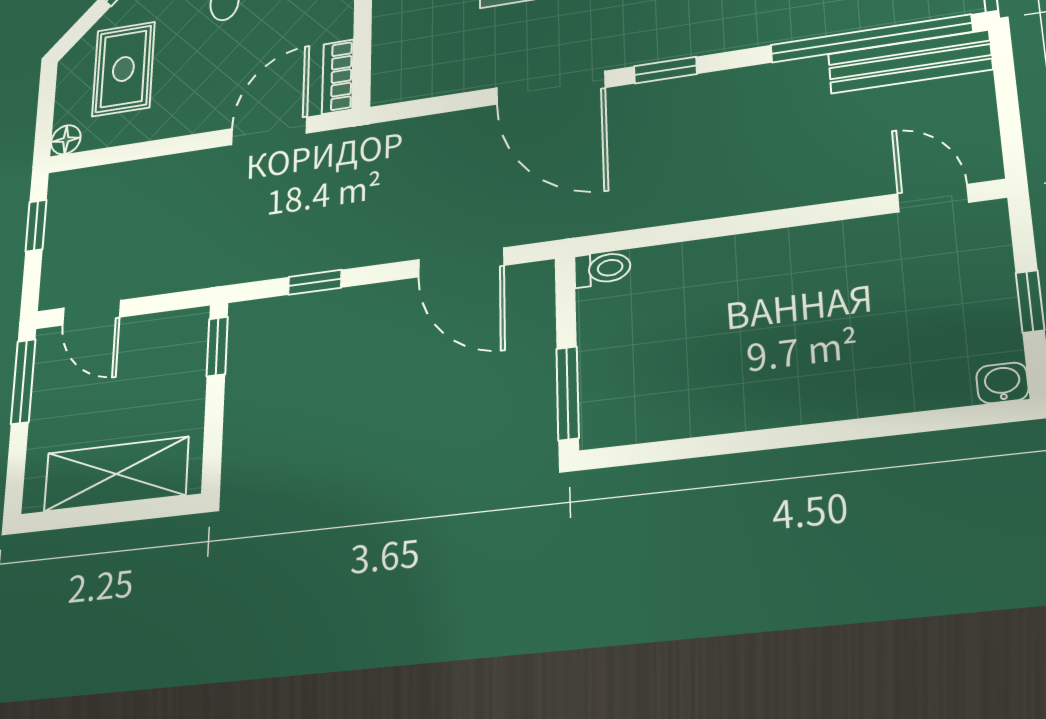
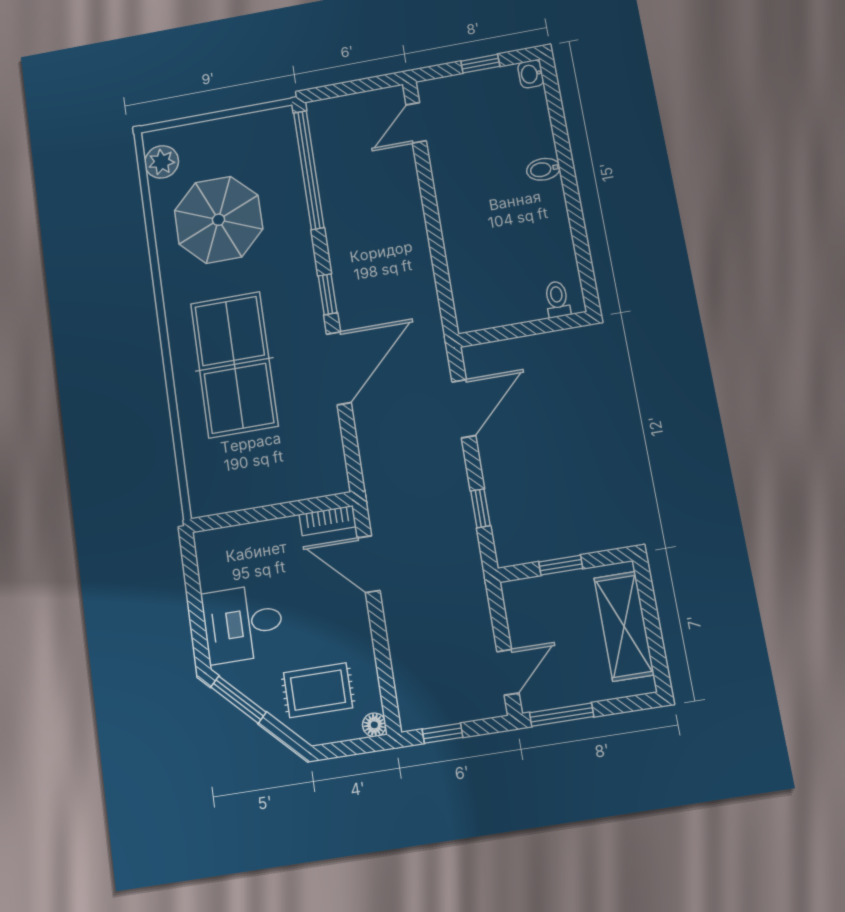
bench: (910, 62) -> (325, 145), removed
toilet: (602, 269) -> (557, 299), moved
window: (217, 346) -> (561, 565), moved
window: (568, 393) -> (550, 325), removed
bidet: (827, 395) -> (543, 169), added

